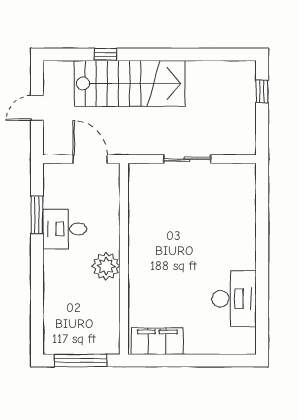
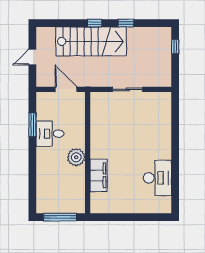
window: (106, 54) -> (95, 23), moved
window: (184, 54) -> (126, 23), added
filing cabinet: (157, 341) -> (99, 175), moved, turned 90

